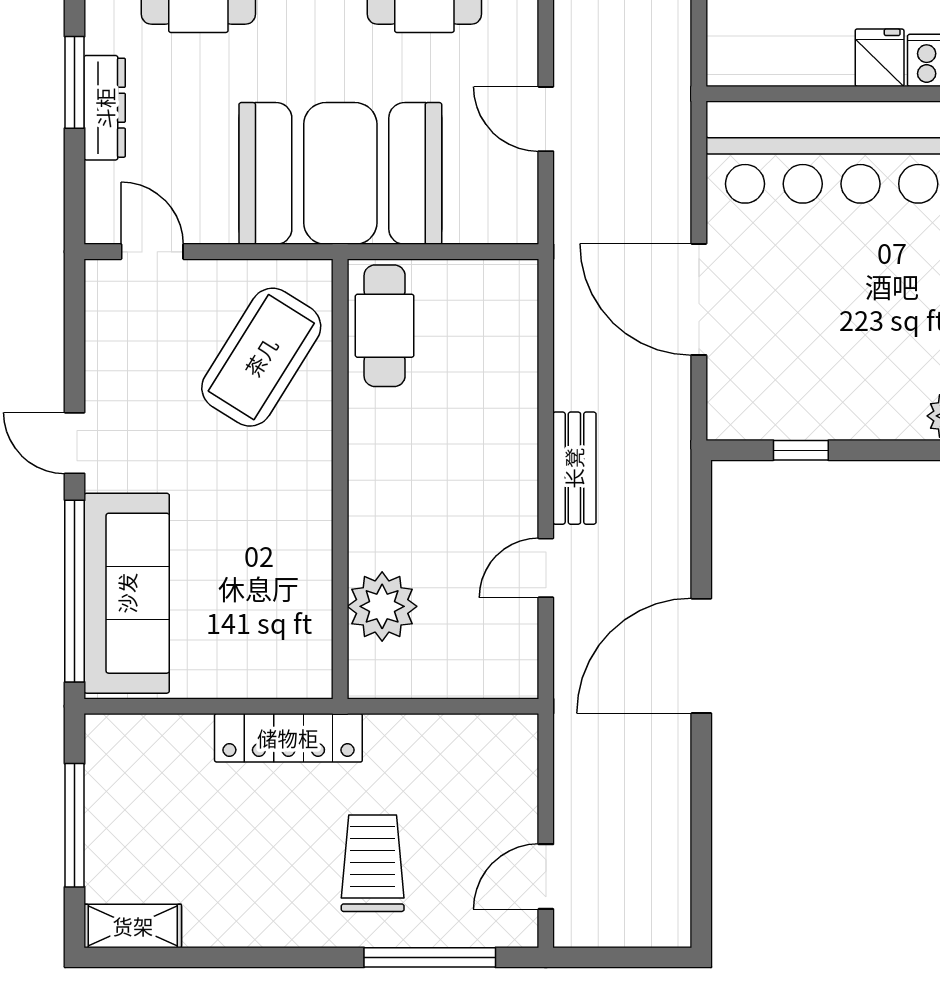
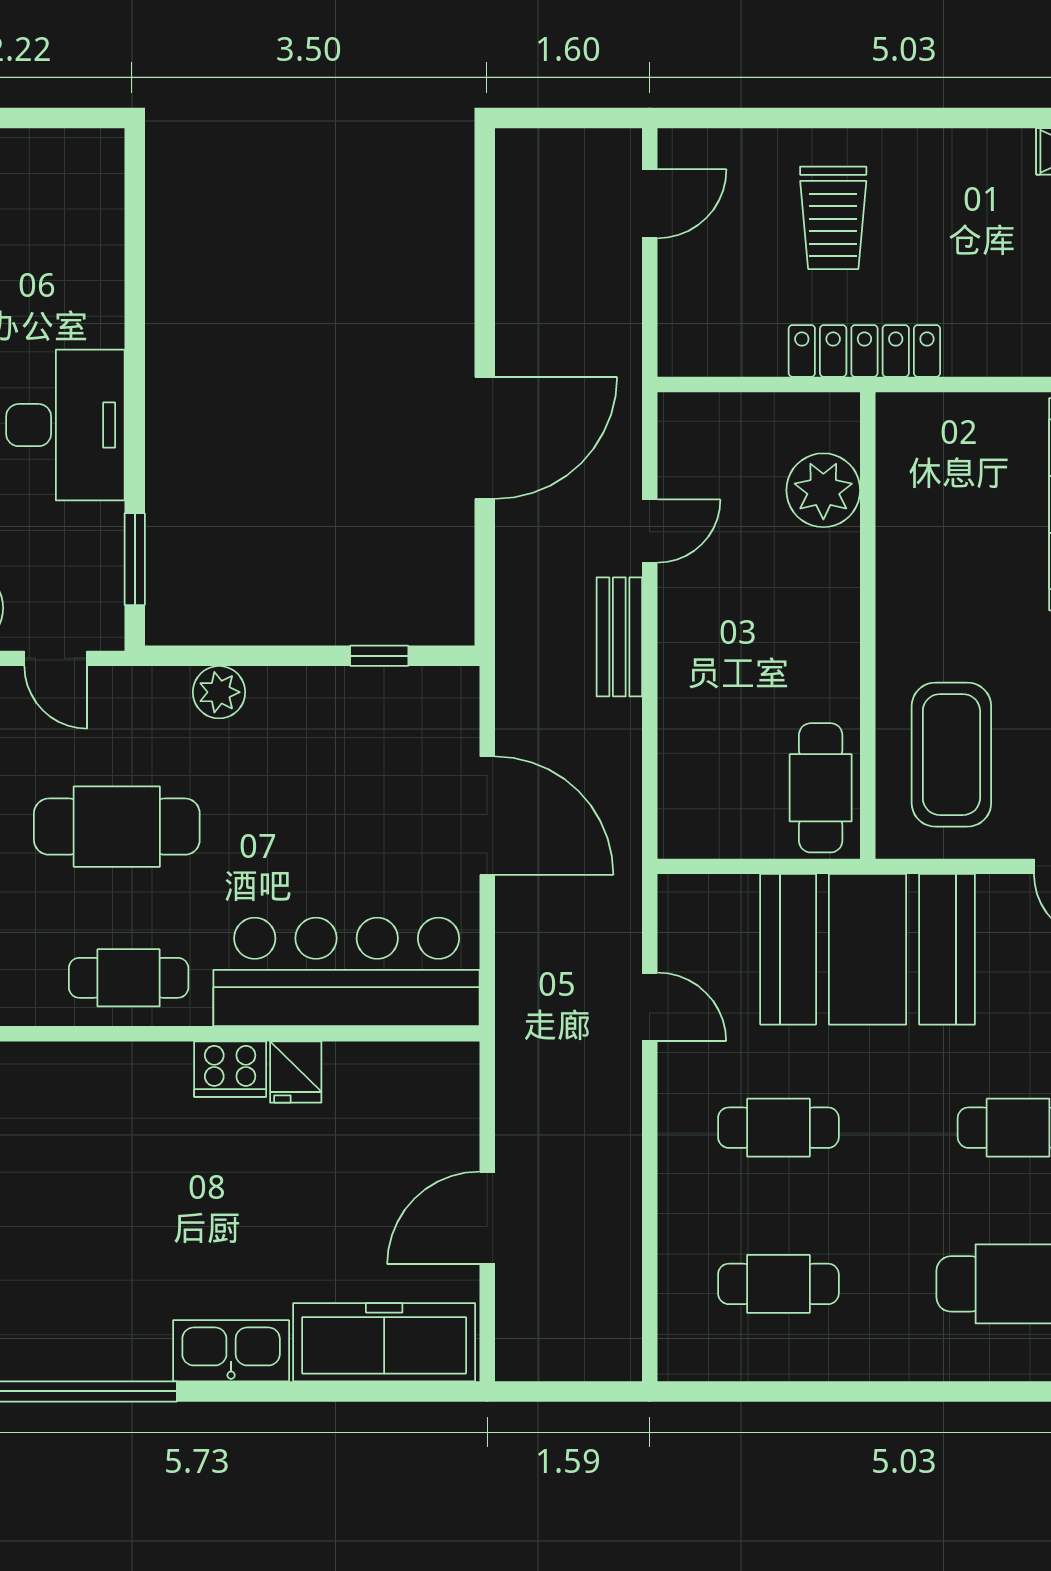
coffee table: (261, 357) -> (951, 755), turned -32
locker: (288, 738) -> (864, 351), moved
window: (430, 957) -> (773, 118), removed

